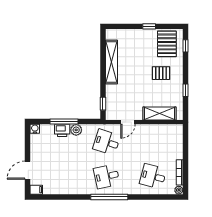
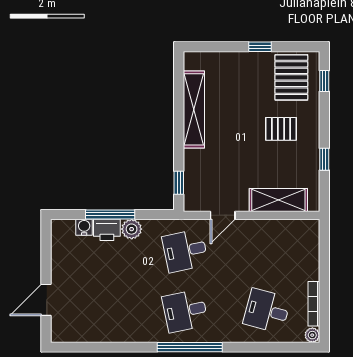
water cooler: (35, 129) -> (84, 227), moved
desk: (107, 142) -> (185, 251), turned -30
filing cabinet: (36, 190) -> (61, 334), removed

